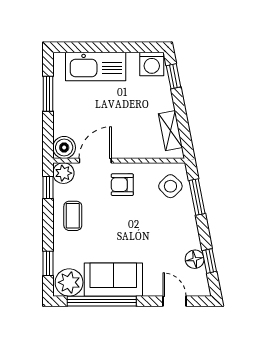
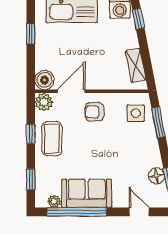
window: (48, 94) -> (31, 34), width x0.67
side table: (170, 186) -> (136, 113), turned 45
window: (48, 188) -> (31, 134), moved
coffee table: (73, 216) -> (52, 139), width x1.36, depth x1.30
plant: (69, 282) -> (54, 201), width x0.53, depth x0.53

